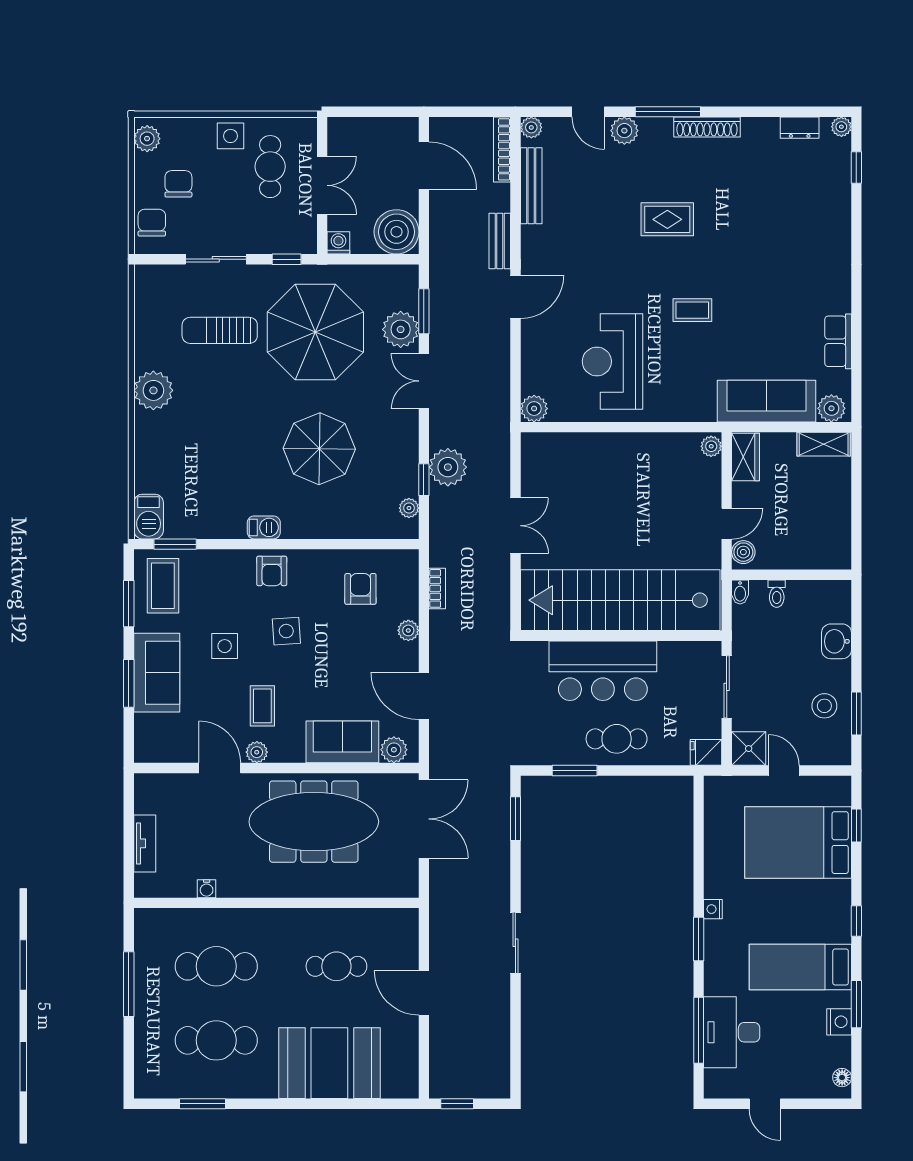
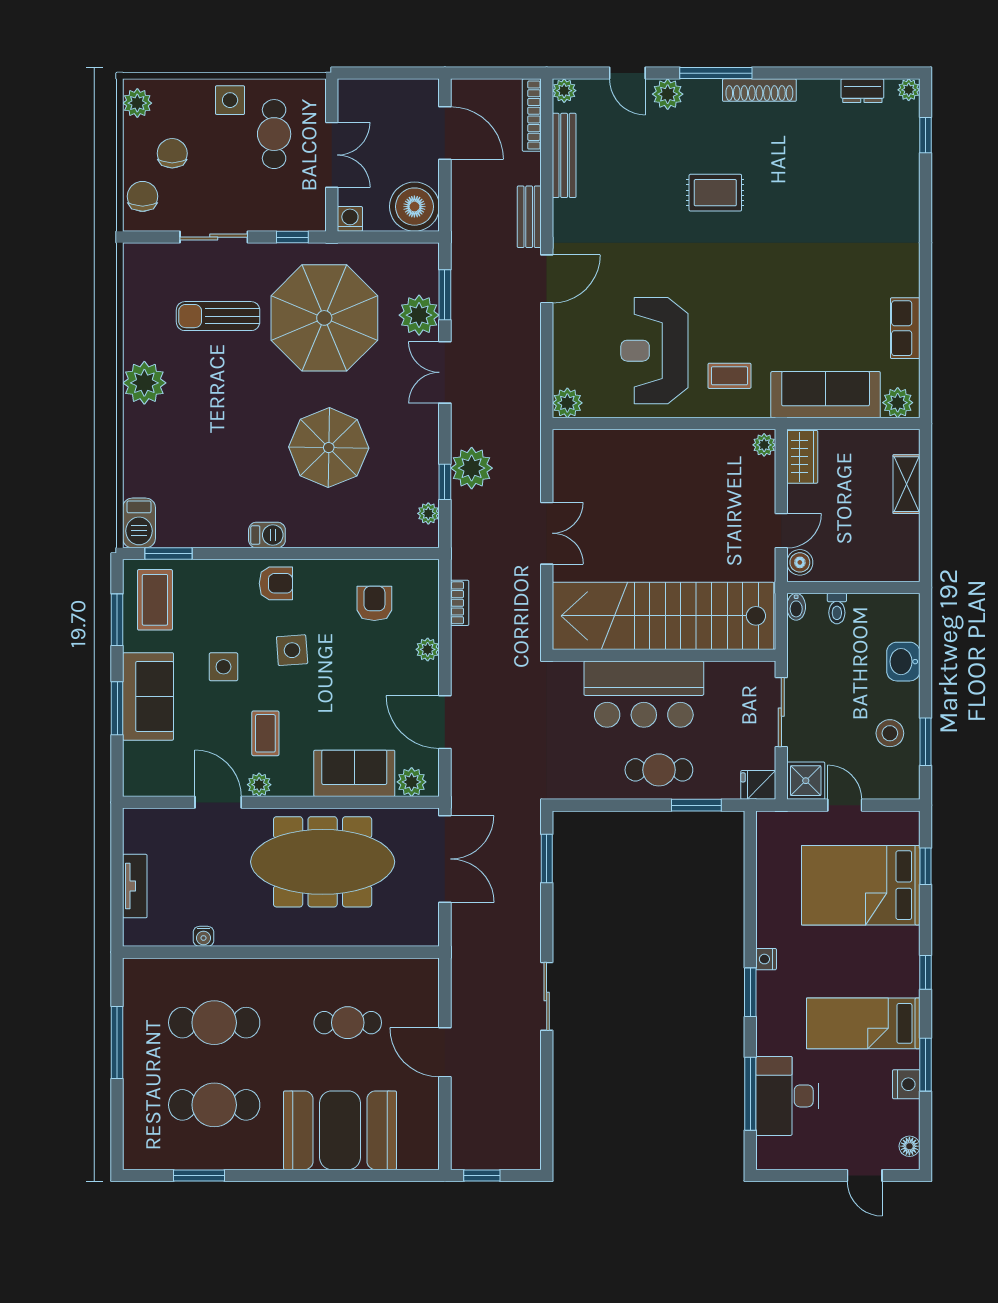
coffee table: (692, 310) -> (729, 376), moved
shelving: (824, 444) -> (906, 484), moved, turned 90
armchair: (272, 571) -> (276, 583), turned -90
window: (575, 771) -> (696, 805), moved
door: (765, 1104) -> (865, 1175), moved

